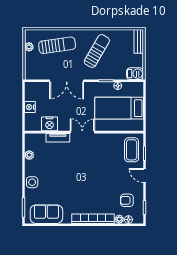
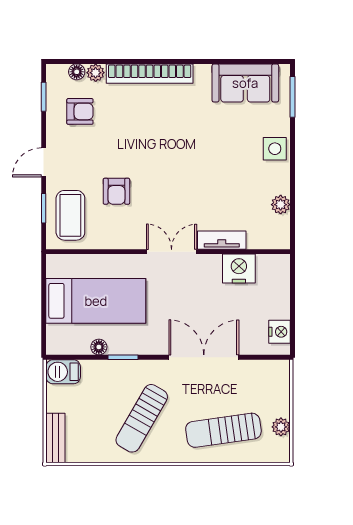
nightstand: (30, 107) -> (279, 332), moved
double door: (82, 132) -> (172, 252), swing flipped
armchair: (109, 162) -> (116, 191), added
door: (145, 176) -> (44, 162), swing flipped

